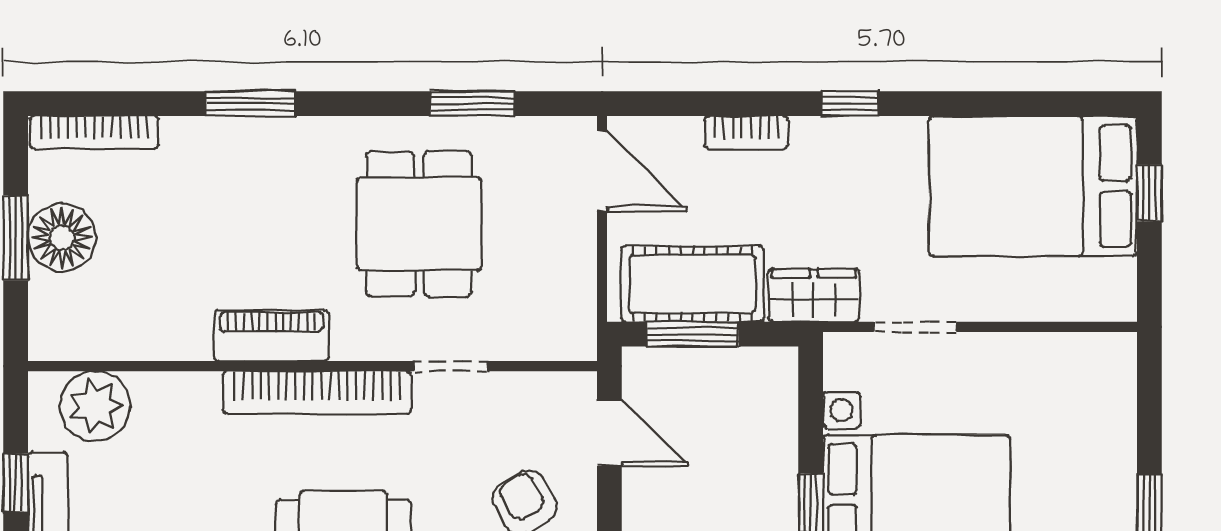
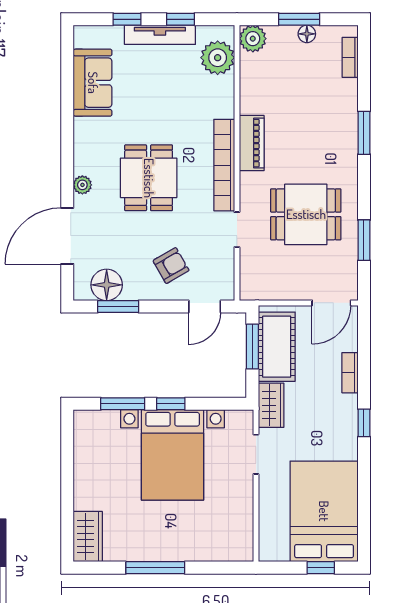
bookcase: (94, 132) -> (350, 57), width x0.64
floor lamp: (62, 238) -> (307, 34), width x0.53, depth x0.53
plant: (56, 333) -> (253, 39), added

